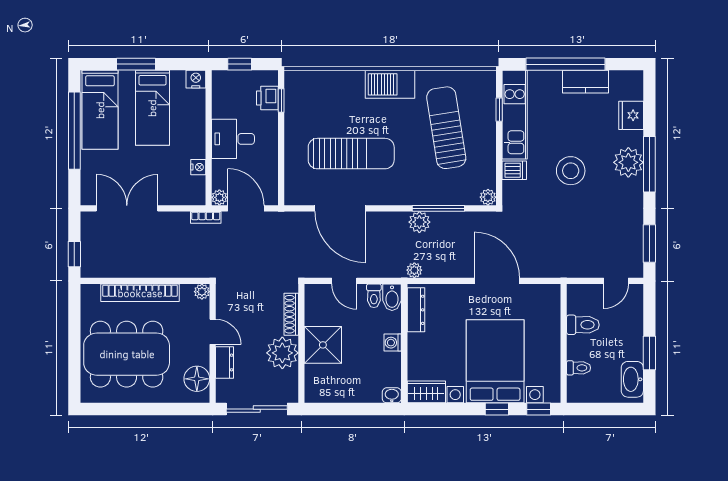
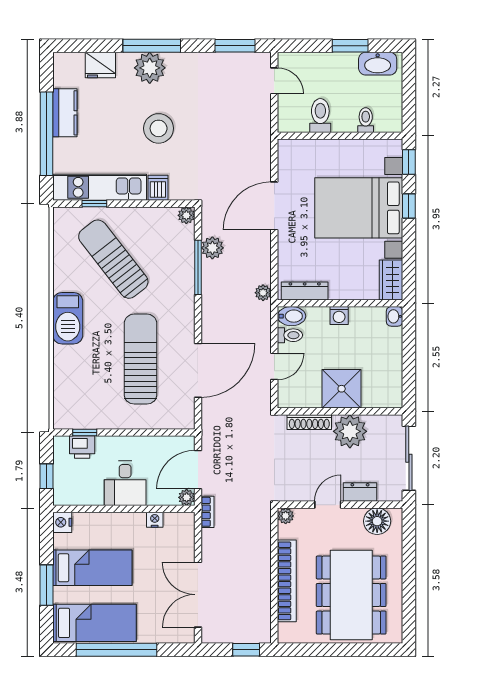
sun lounger: (446, 128) -> (113, 259), turned 61
plant: (419, 222) -> (212, 248), moved

